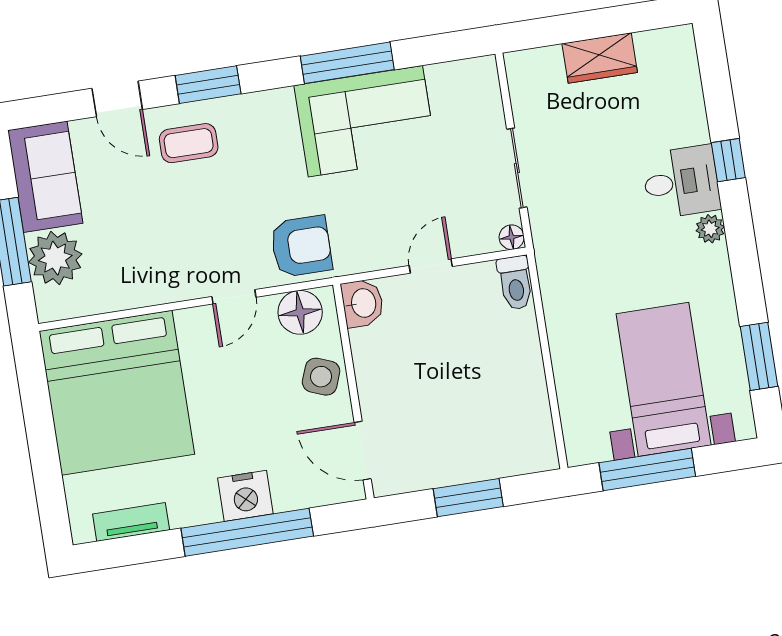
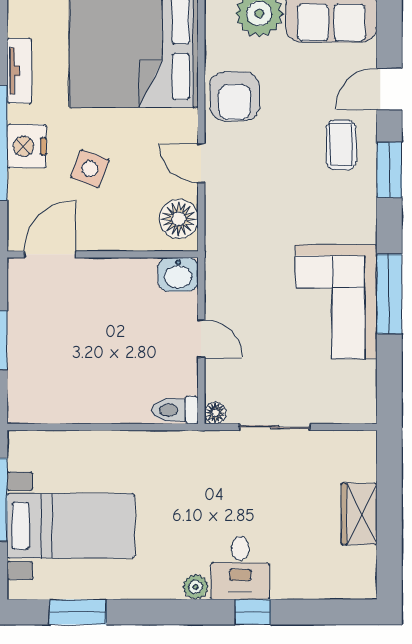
armchair: (301, 246) -> (235, 96), moved
side table: (321, 377) -> (90, 169), moved
tv unit: (131, 522) -> (19, 71), moved

